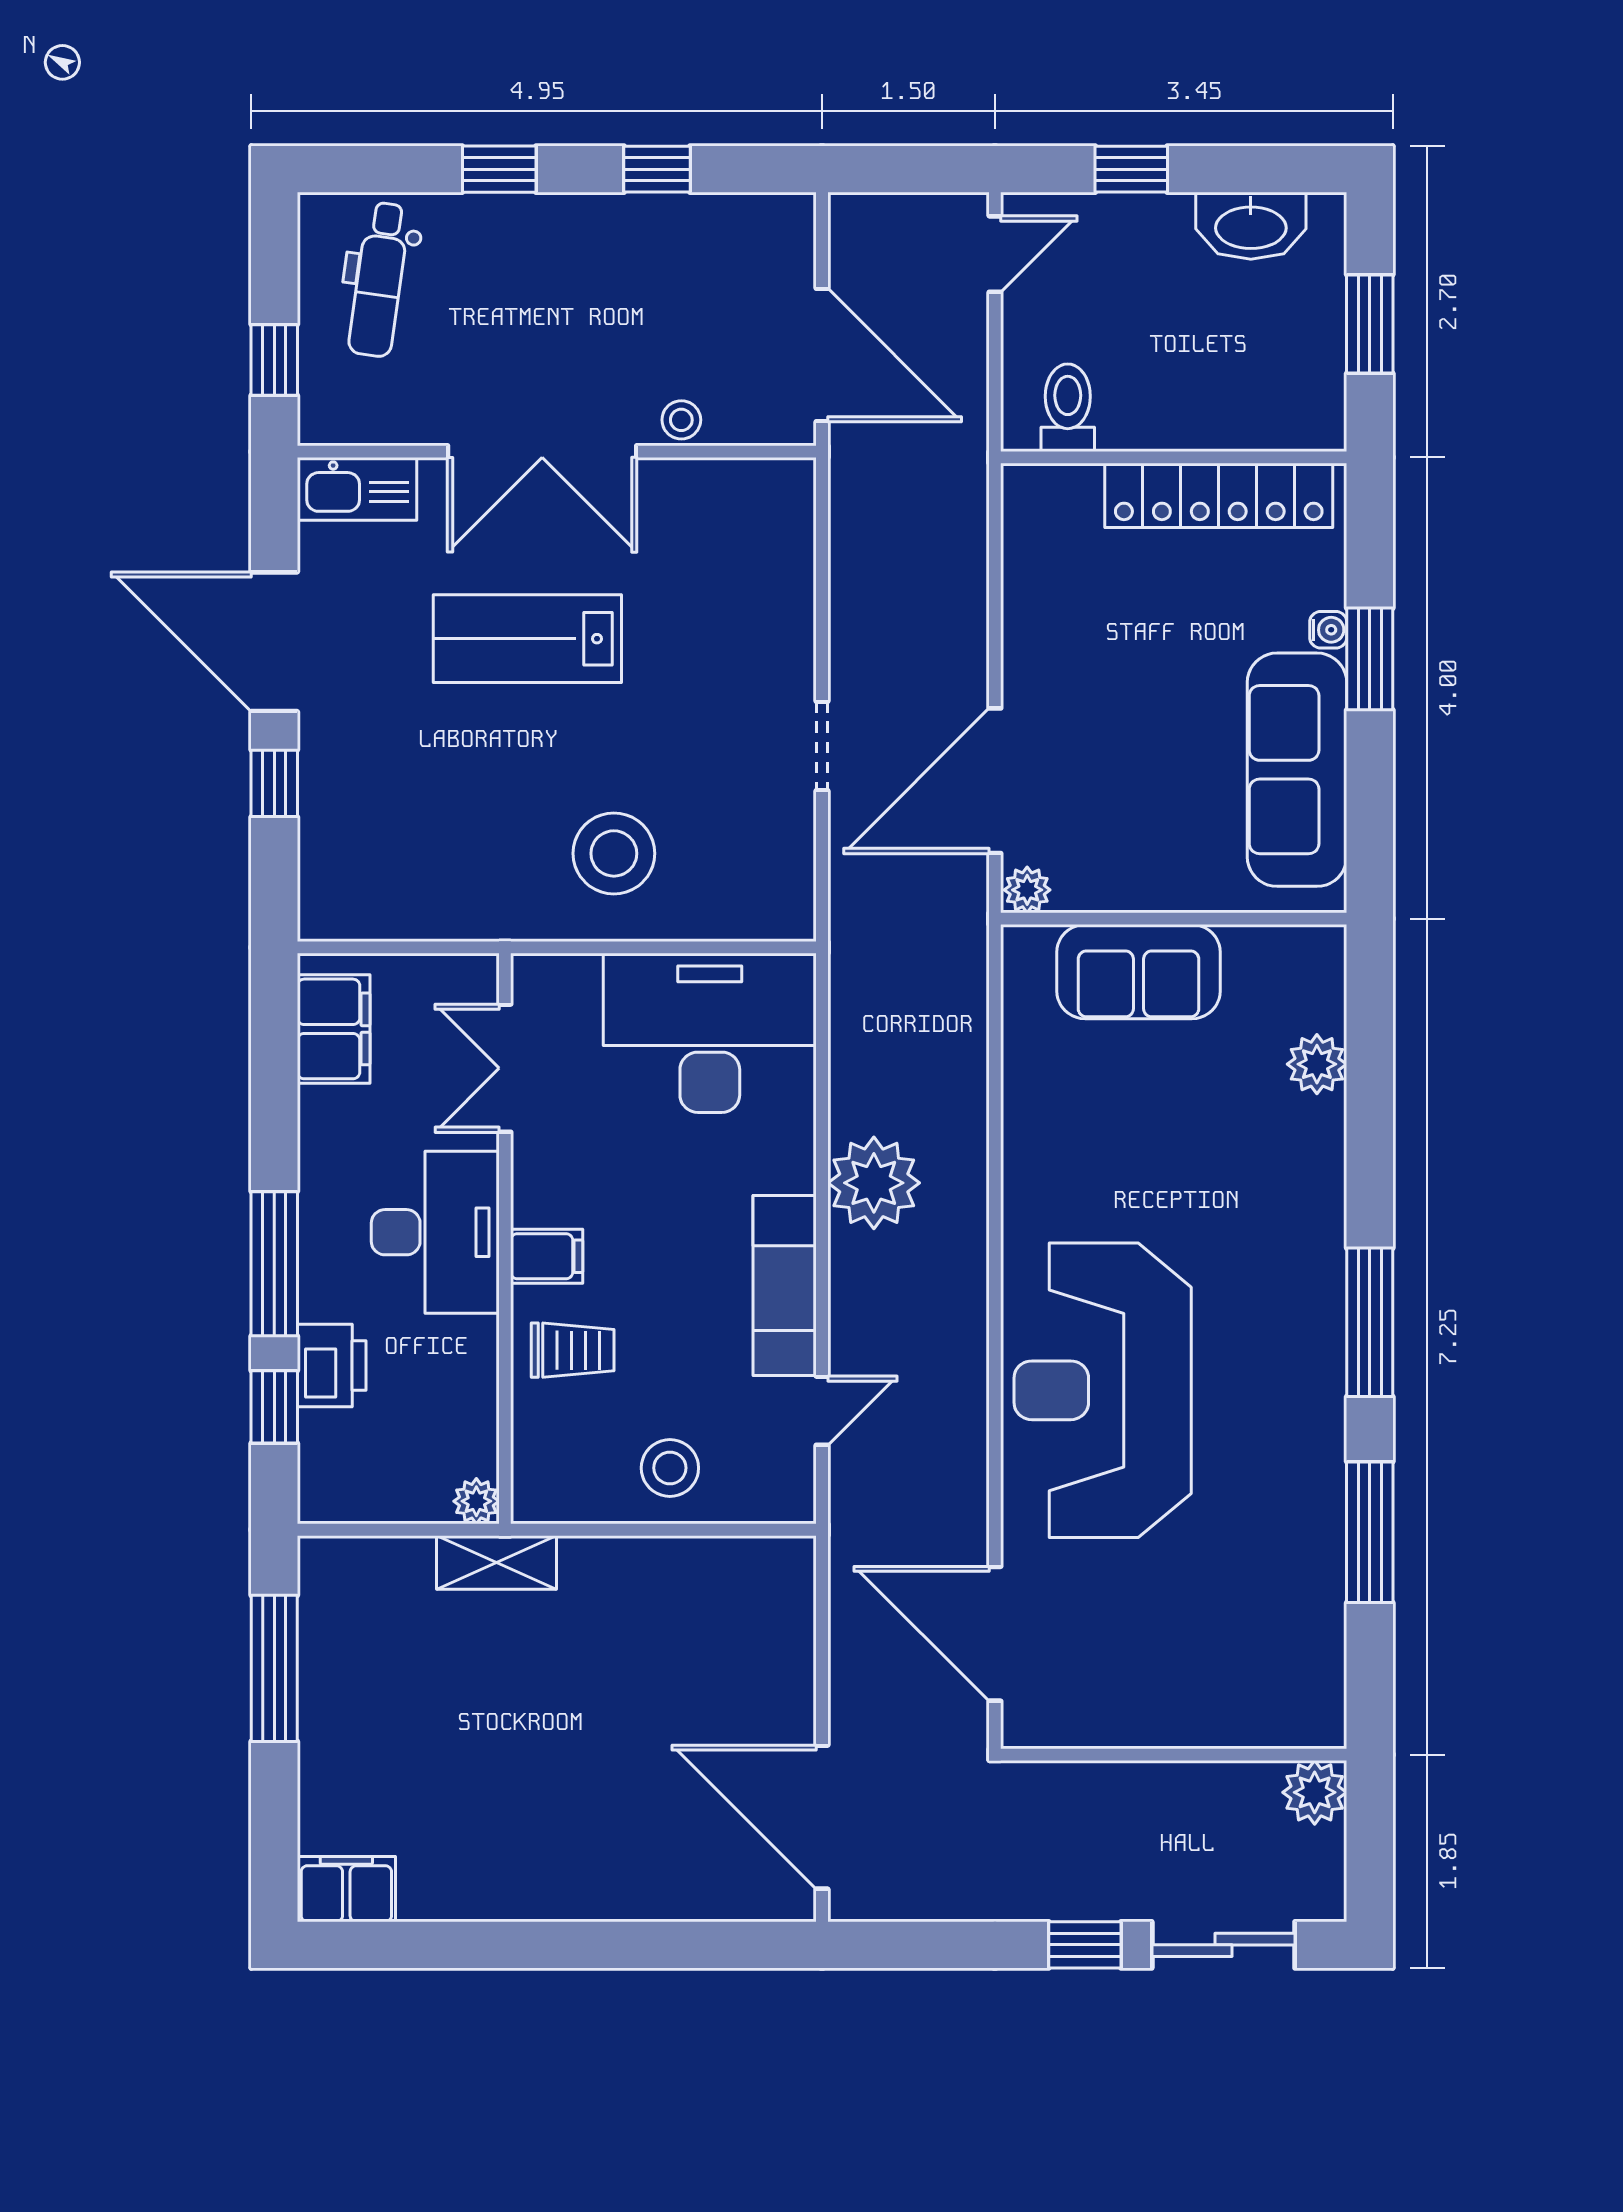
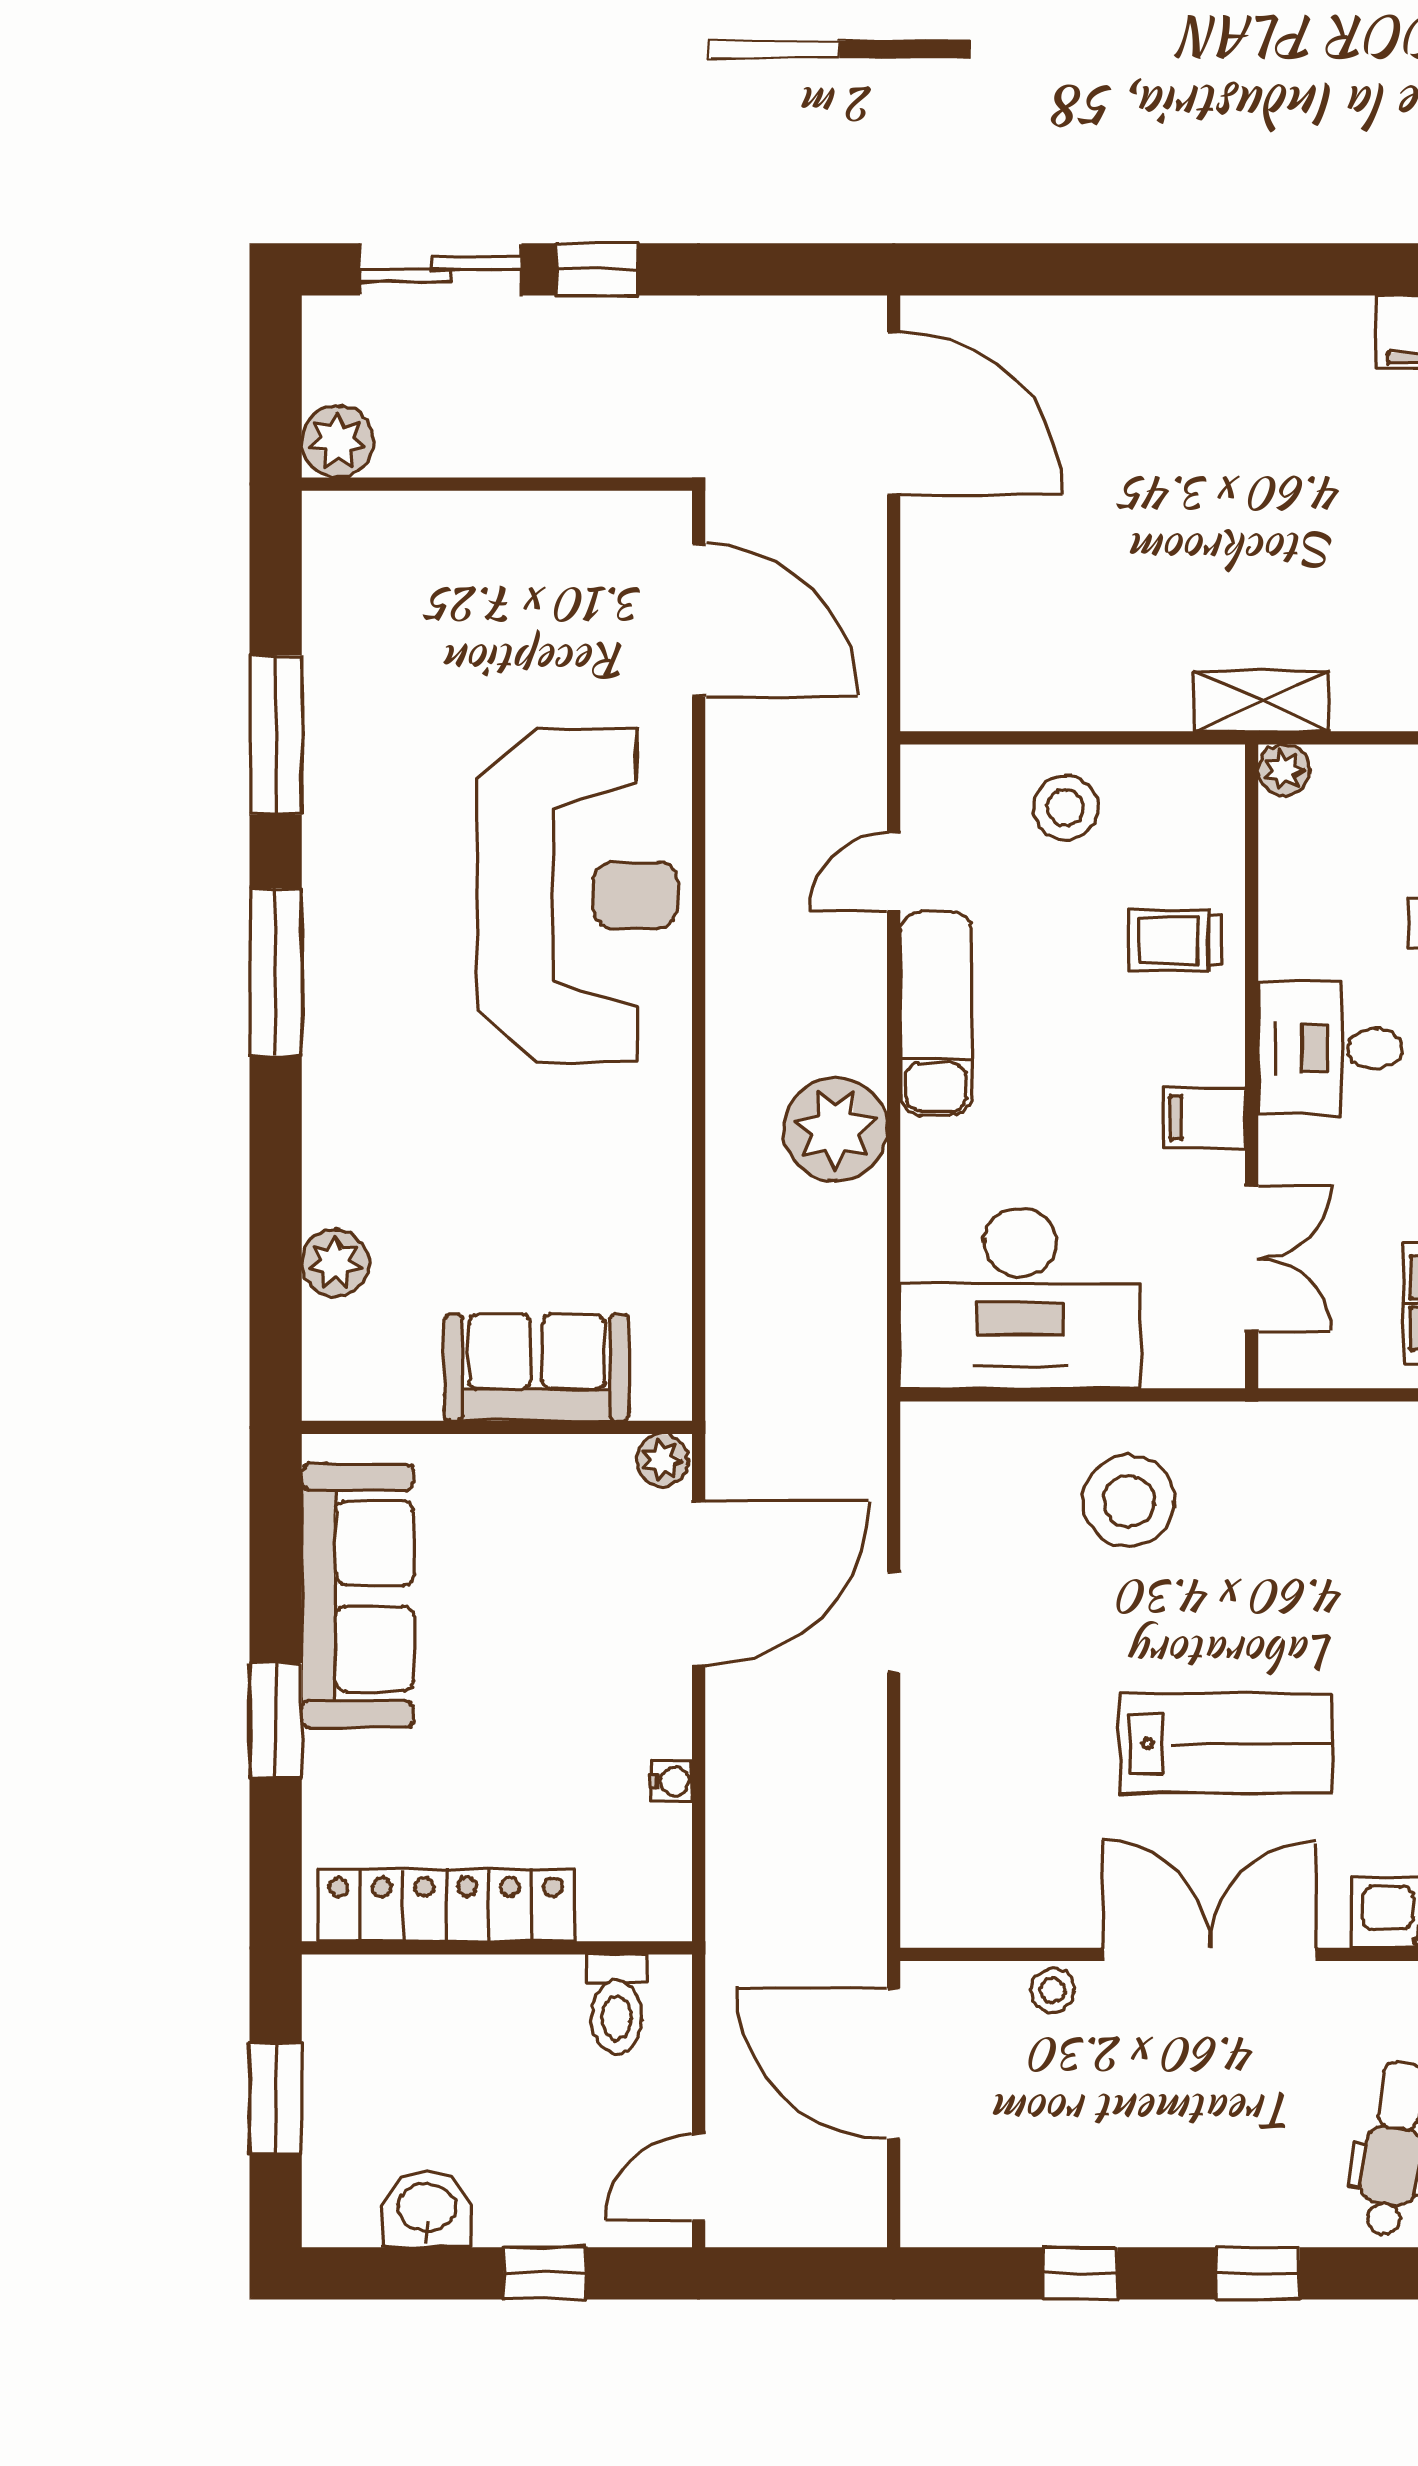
washbasin: (1251, 226) -> (427, 2209), width x0.72
water cooler: (1328, 630) -> (671, 1781), moved, turned 180
desk: (435, 1232) -> (1330, 1049), width x0.73
filing cabinet: (547, 1256) -> (1204, 1117), moved

